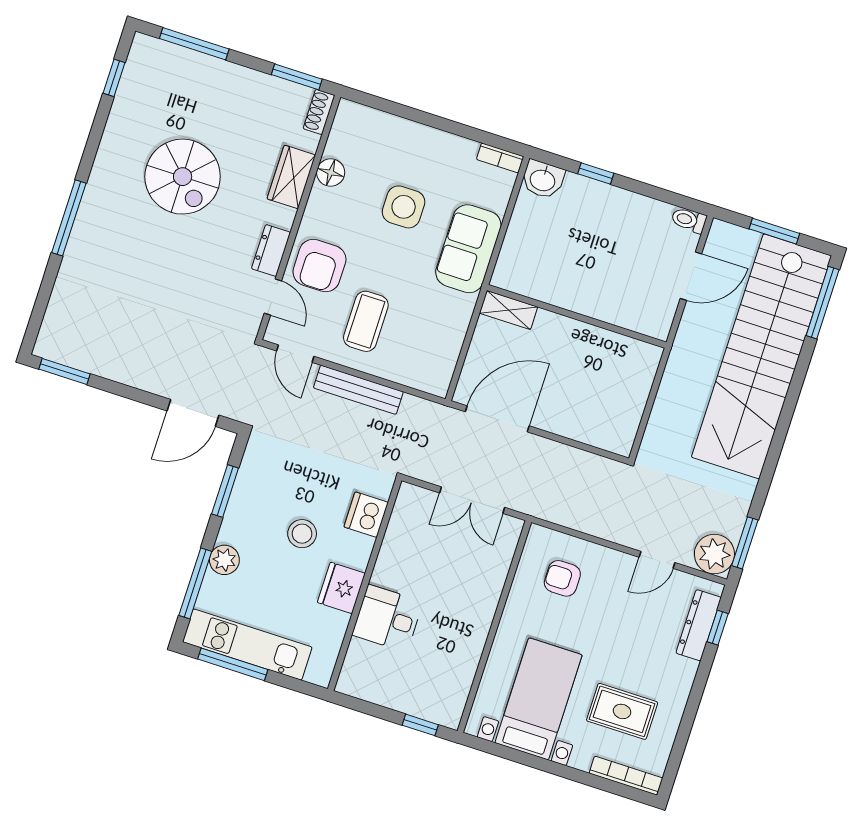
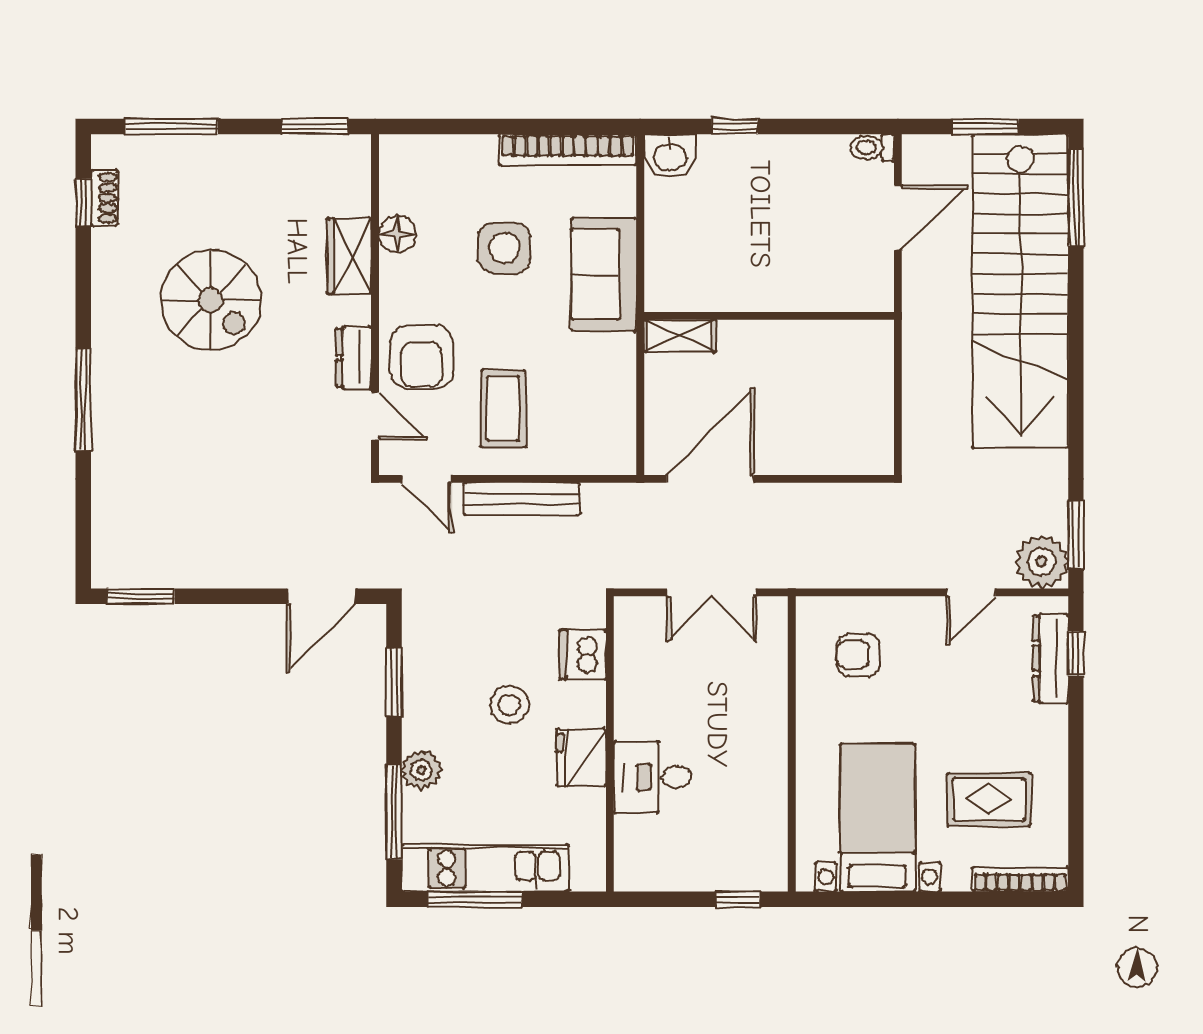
shoe rack: (319, 112) -> (104, 198), moved, turned 180
bookcase: (500, 158) -> (568, 150), width x2.31, depth x1.31

